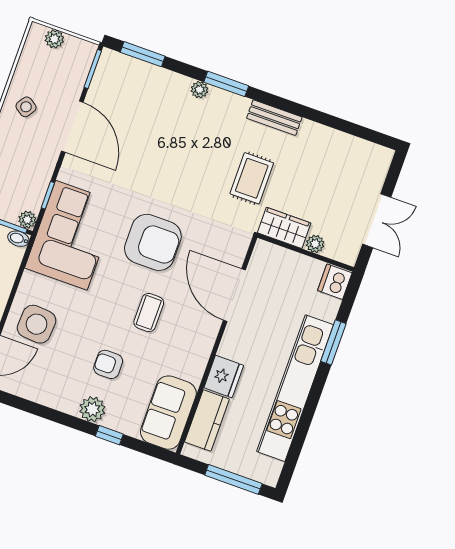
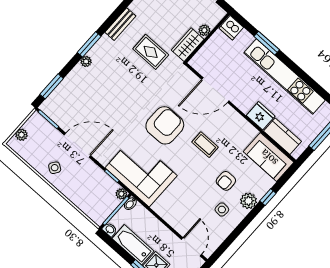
side table: (37, 324) -> (222, 210), moved, width x0.54, depth x0.54

